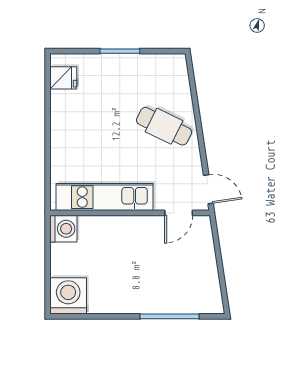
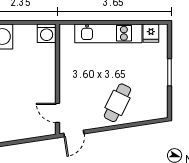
kitchen unit: (105, 197) -> (108, 33), moved, turned 90

